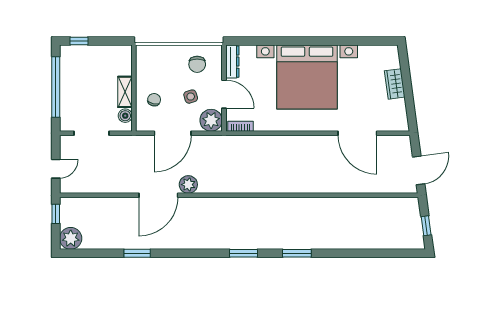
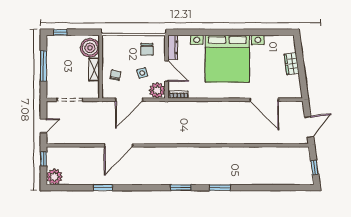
window: (56, 87) -> (43, 66), width x0.68
boiler: (125, 116) -> (90, 48), moved, width x1.86, depth x1.86
plant: (188, 185) -> (140, 137), removed

